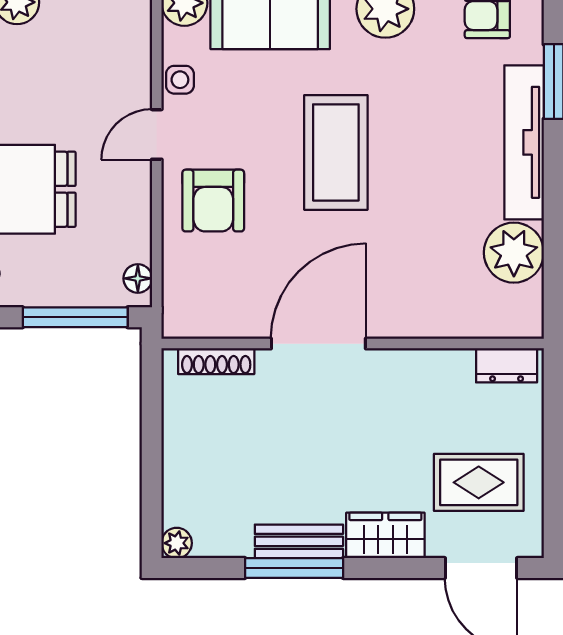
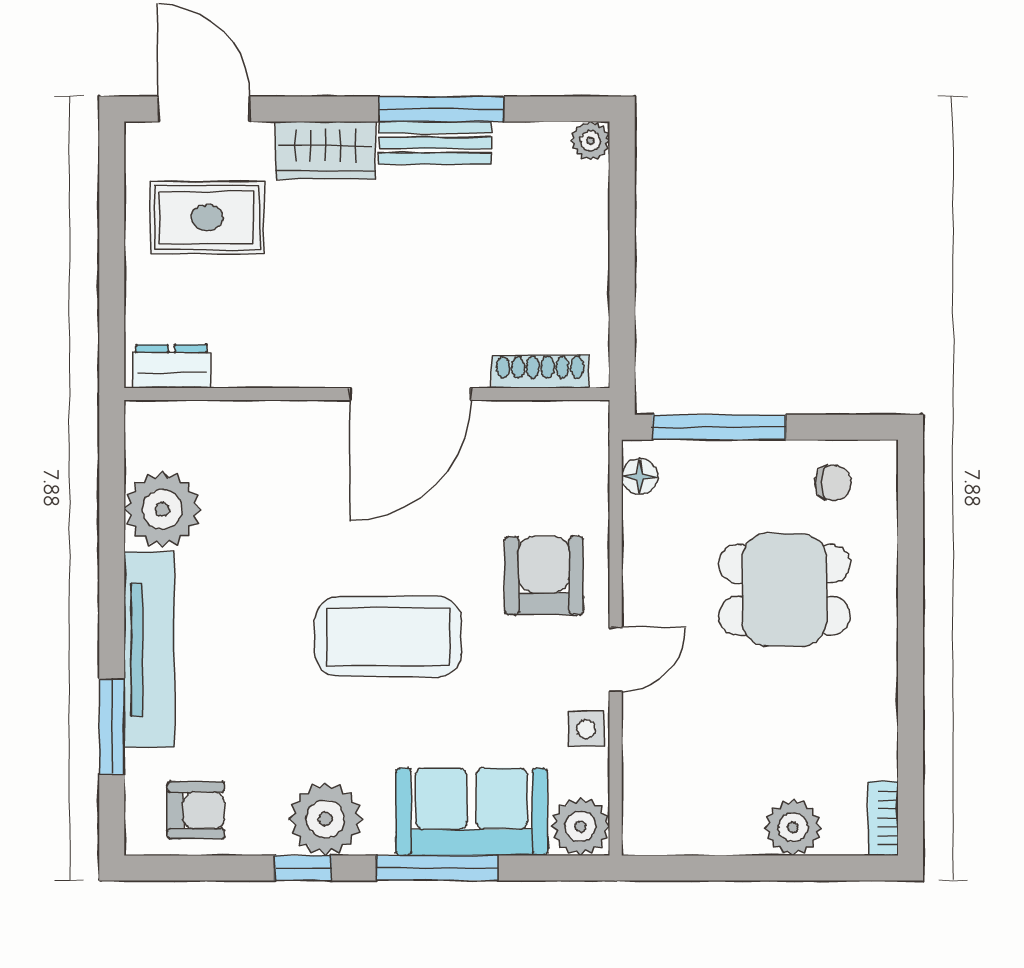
coffee table: (336, 152) -> (388, 637), turned 90

